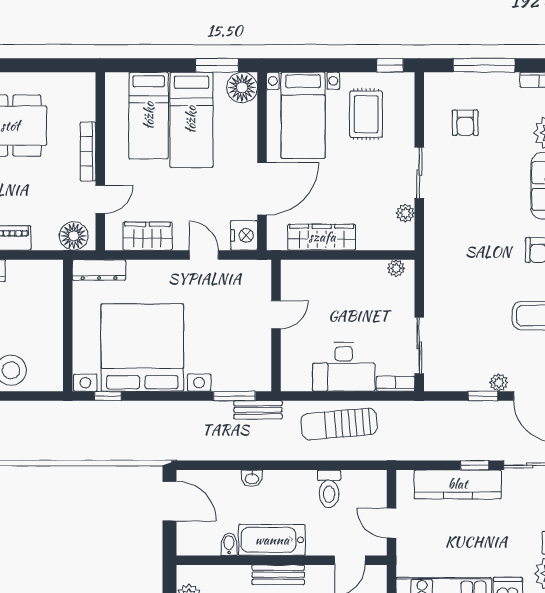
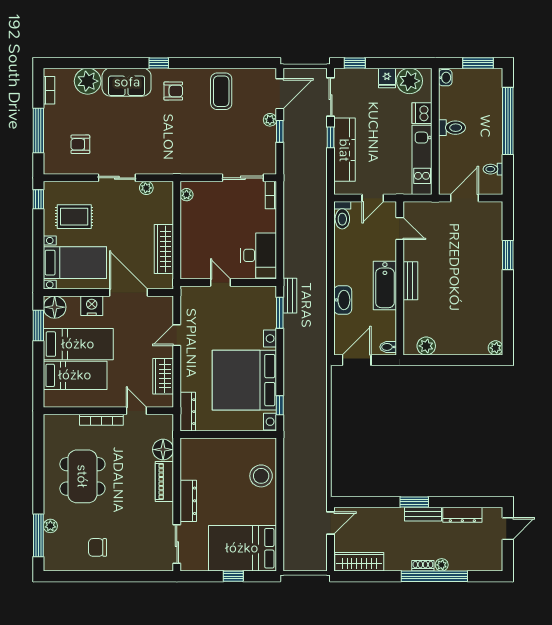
armchair: (465, 123) -> (80, 144), turned 180
nightstand: (244, 235) -> (92, 306), moved
floor lamp: (74, 236) -> (163, 450), moved
desk: (344, 367) -> (259, 255), moved
sun lounger: (339, 424) -> (300, 236), removed
washbasin: (252, 478) -> (343, 300), width x1.91, depth x1.45
toilet: (329, 489) -> (342, 215), moved, turned 90
bidet: (229, 544) -> (388, 347), moved

